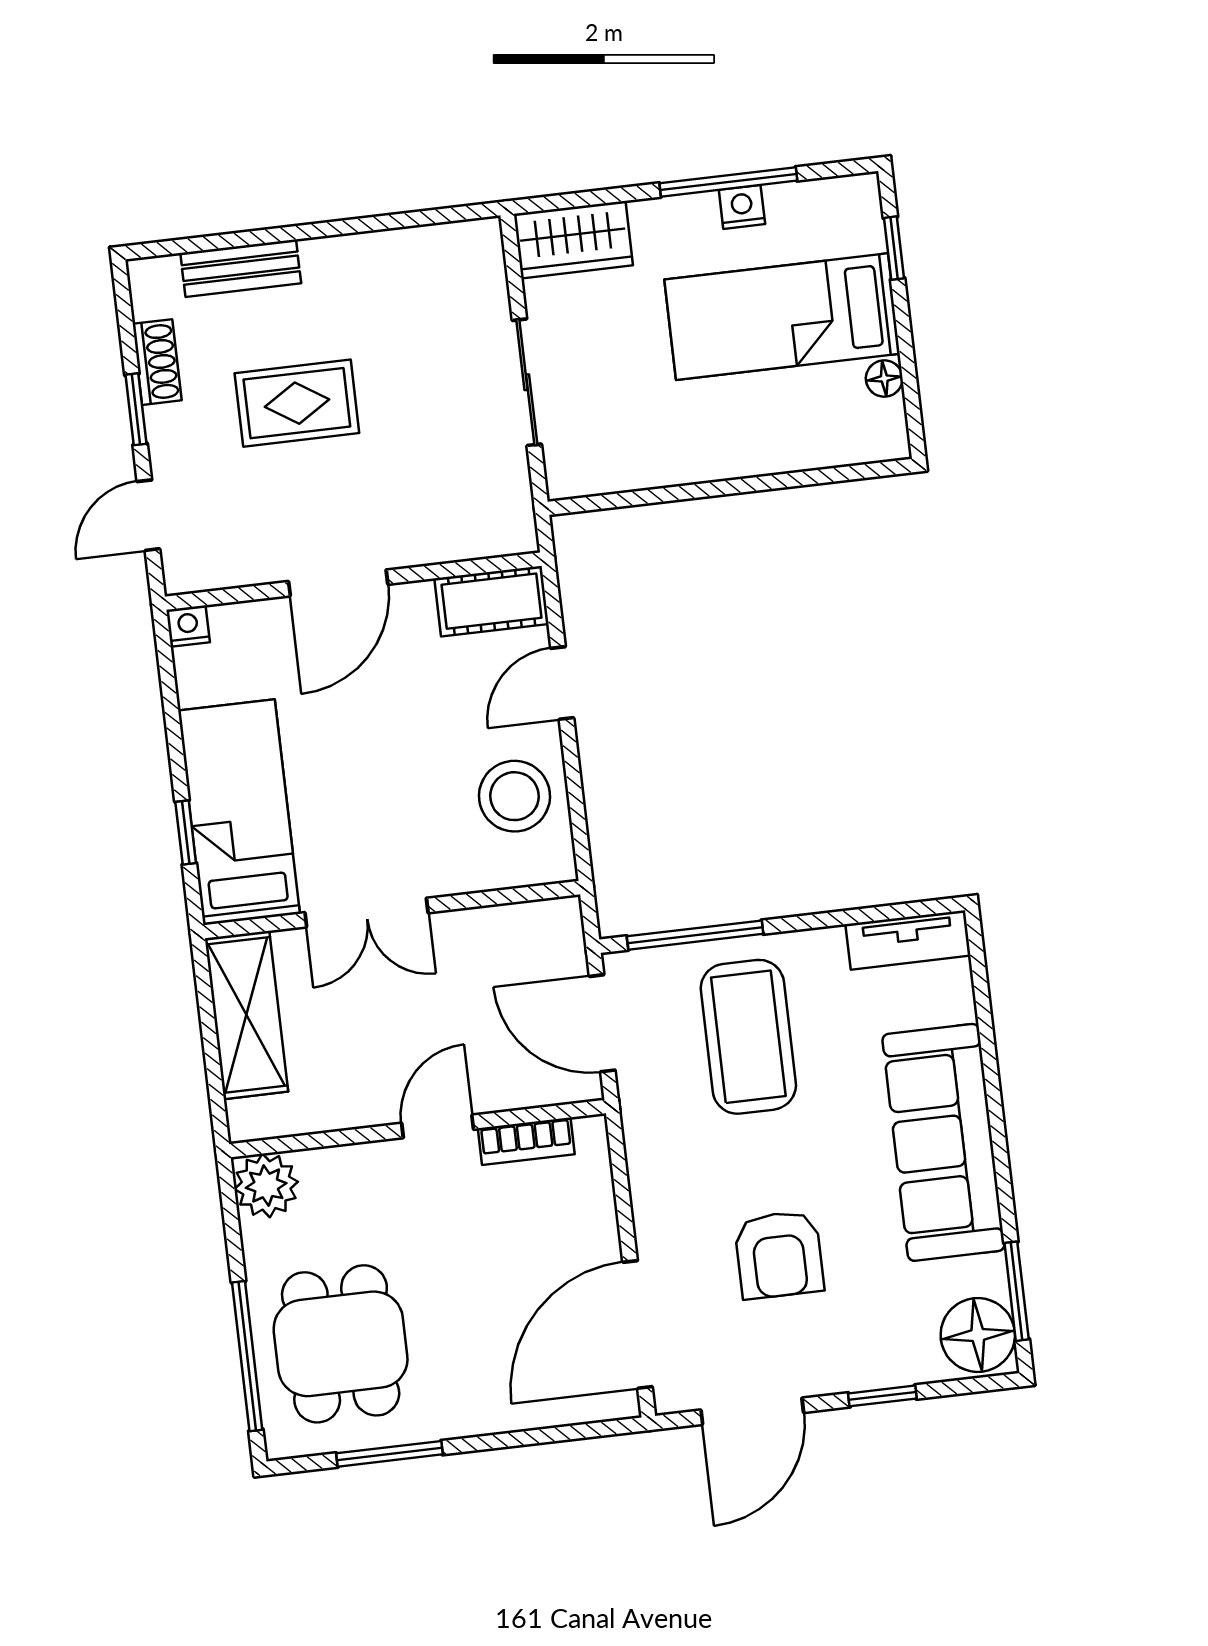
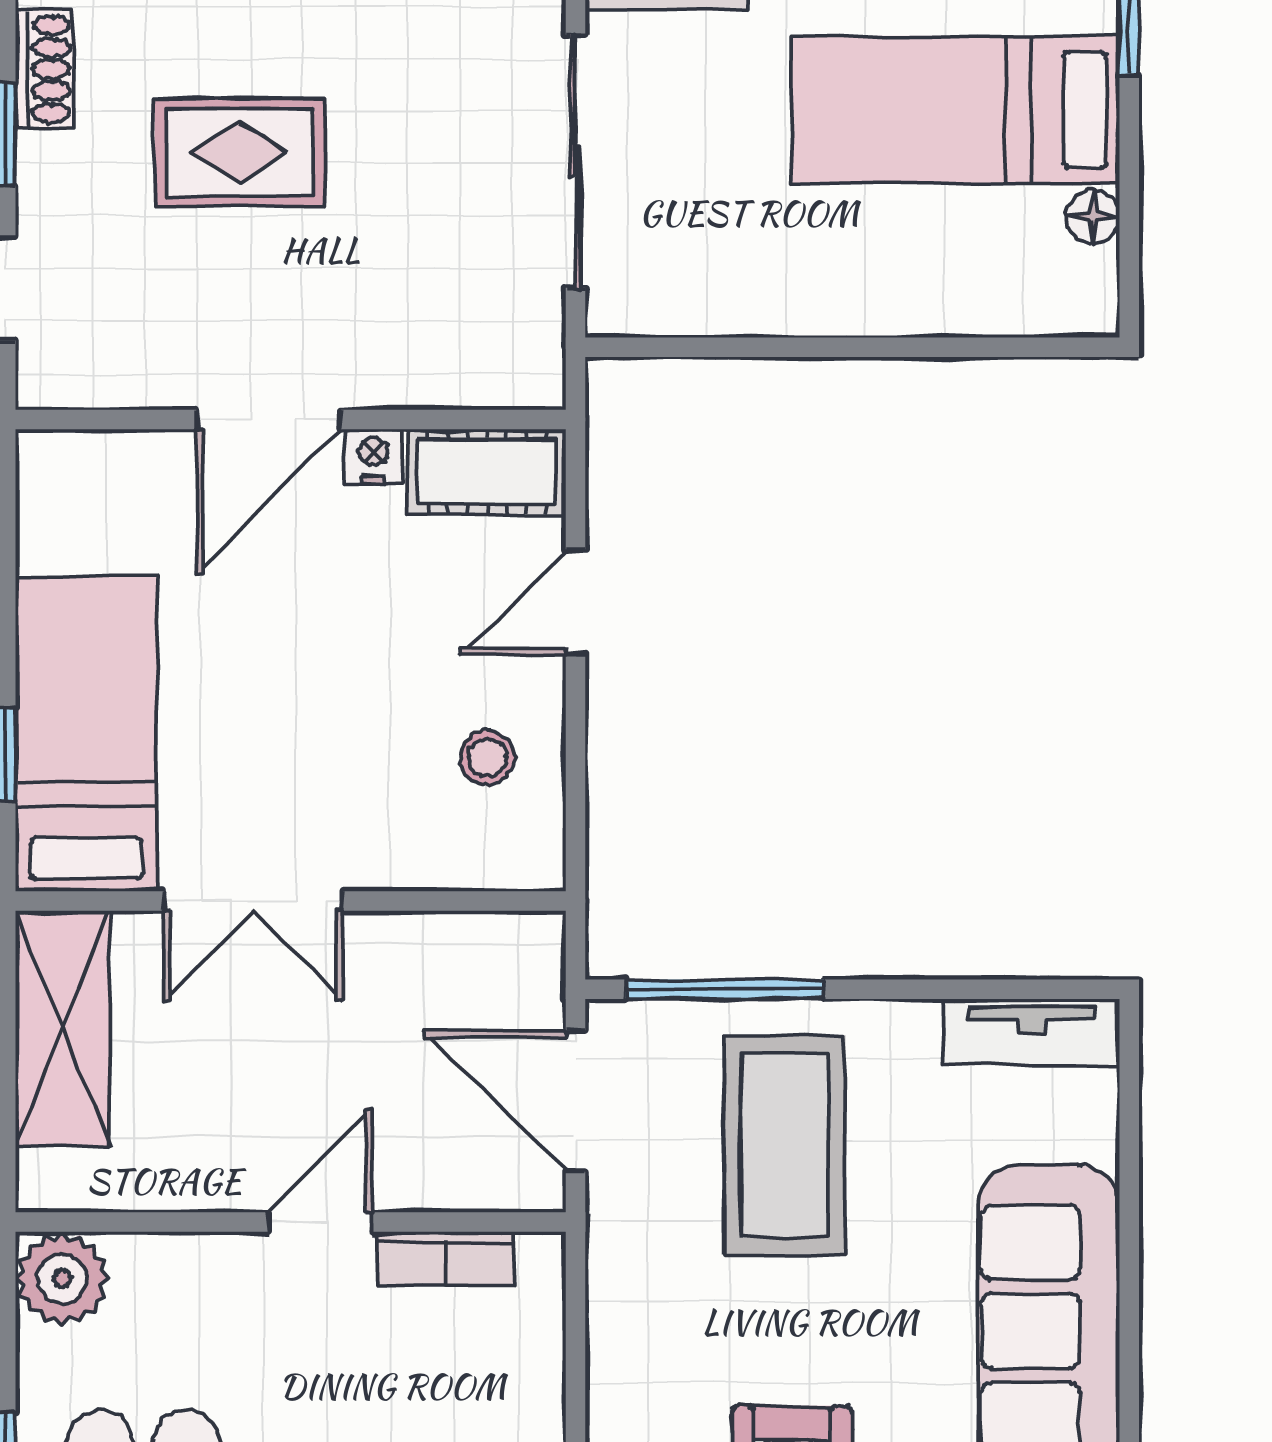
sliding door: (527, 382) -> (576, 161), width x1.37
nightstand: (188, 626) -> (373, 456), moved
stool: (515, 796) -> (487, 758), width x0.53, depth x0.53

